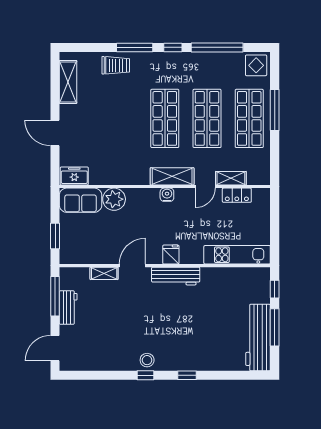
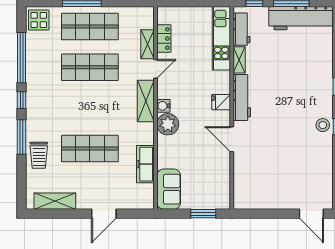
trolley: (116, 65) -> (39, 155), turned 180
shop shelf: (165, 118) -> (90, 149), moved
freezer: (74, 176) -> (145, 164), moved, width x1.40
door: (205, 186) -> (156, 69), hinge flipped
plant: (114, 199) -> (168, 124), moved
shelving: (104, 273) -> (239, 60), moved
window: (55, 296) -> (261, 214), removed
workbench: (68, 308) -> (242, 29), moved, turned 90

